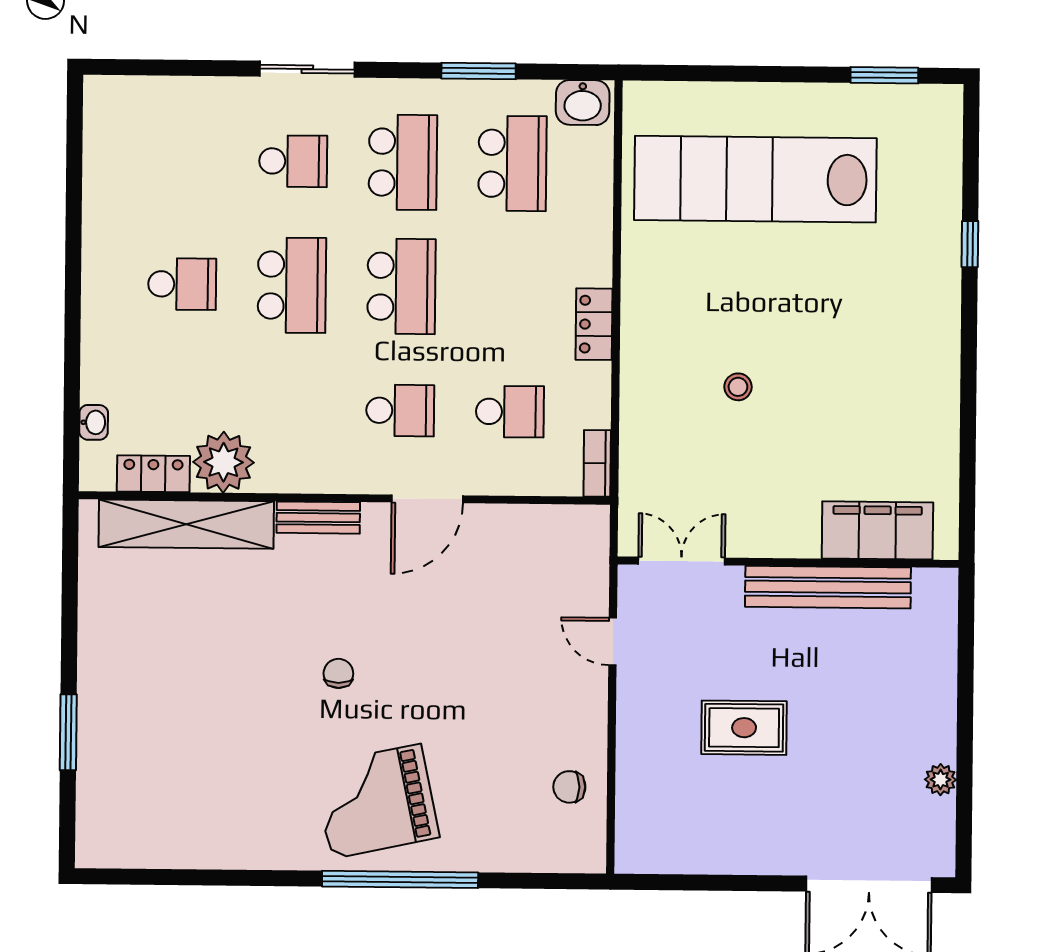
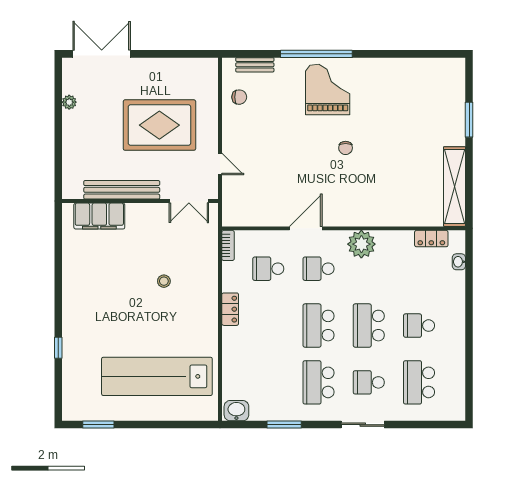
school desk: (512, 163) -> (419, 382), moved
lab bench: (755, 179) -> (157, 376), turned 180
plant: (223, 462) -> (361, 244), moved
bench: (318, 518) -> (255, 65), moved
shelving: (186, 524) -> (454, 187), moved, turned 90
rug: (744, 728) -> (159, 125), width x1.86, depth x2.06
grand piano: (376, 801) -> (328, 90), turned -78

